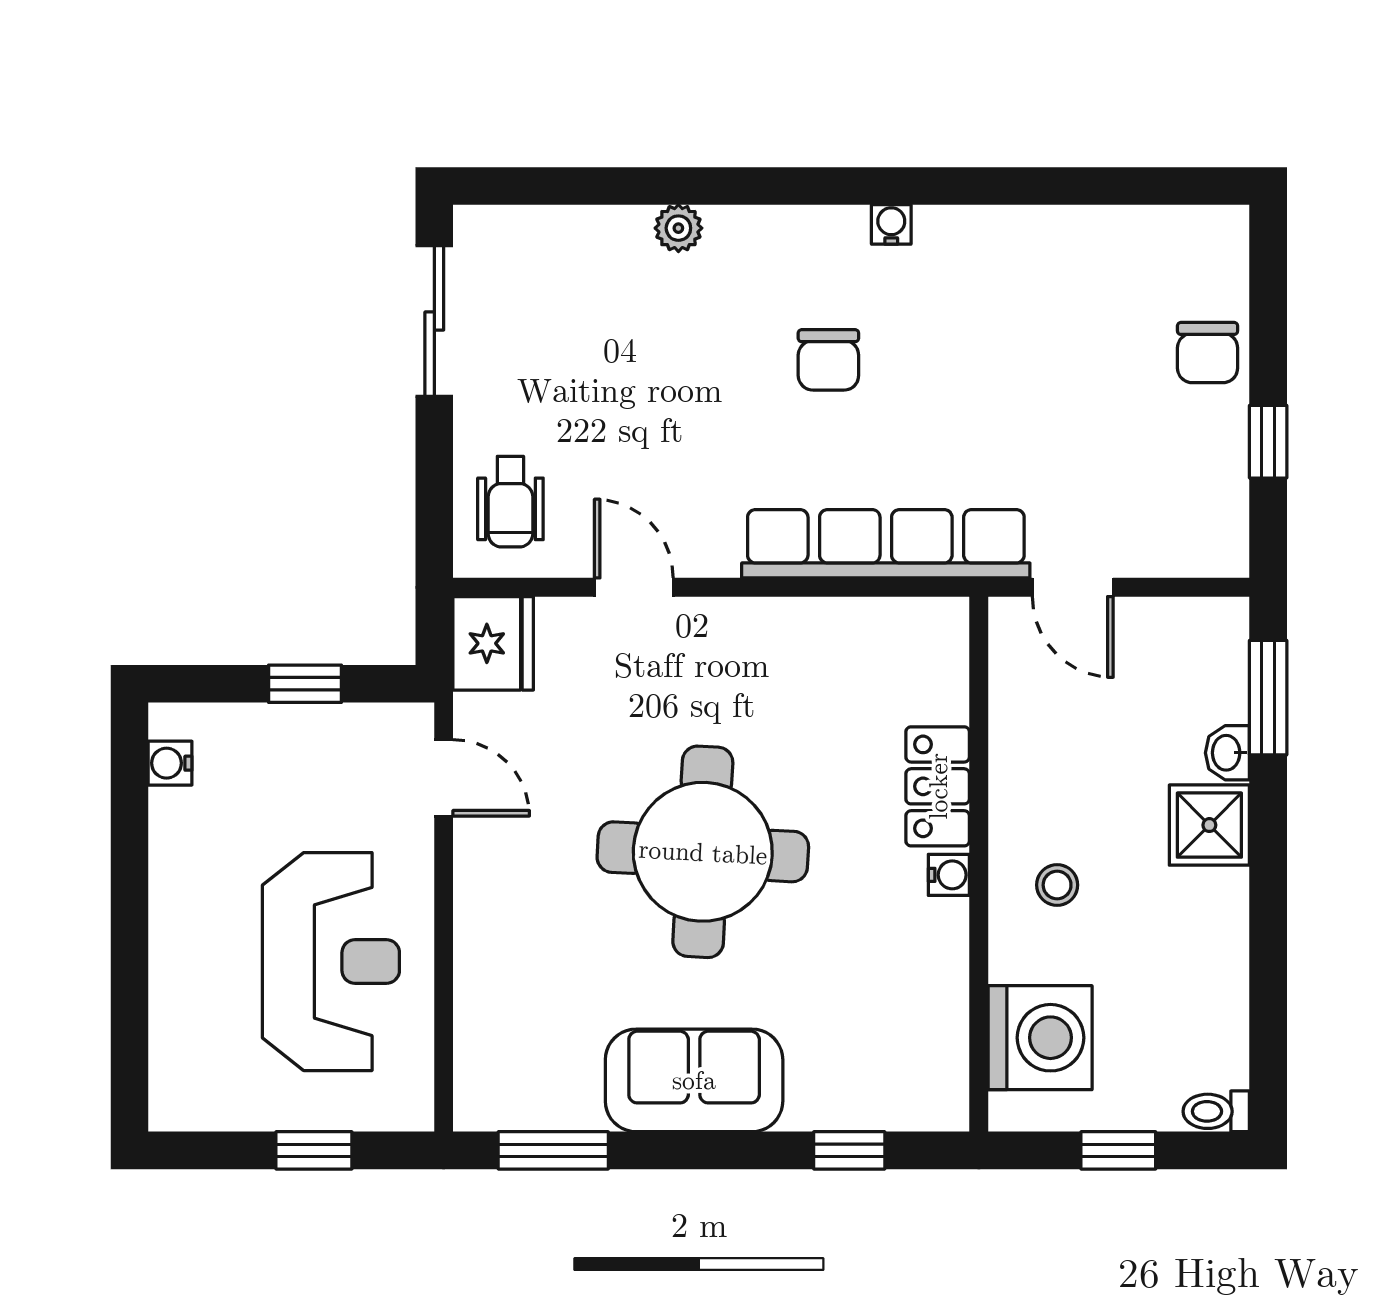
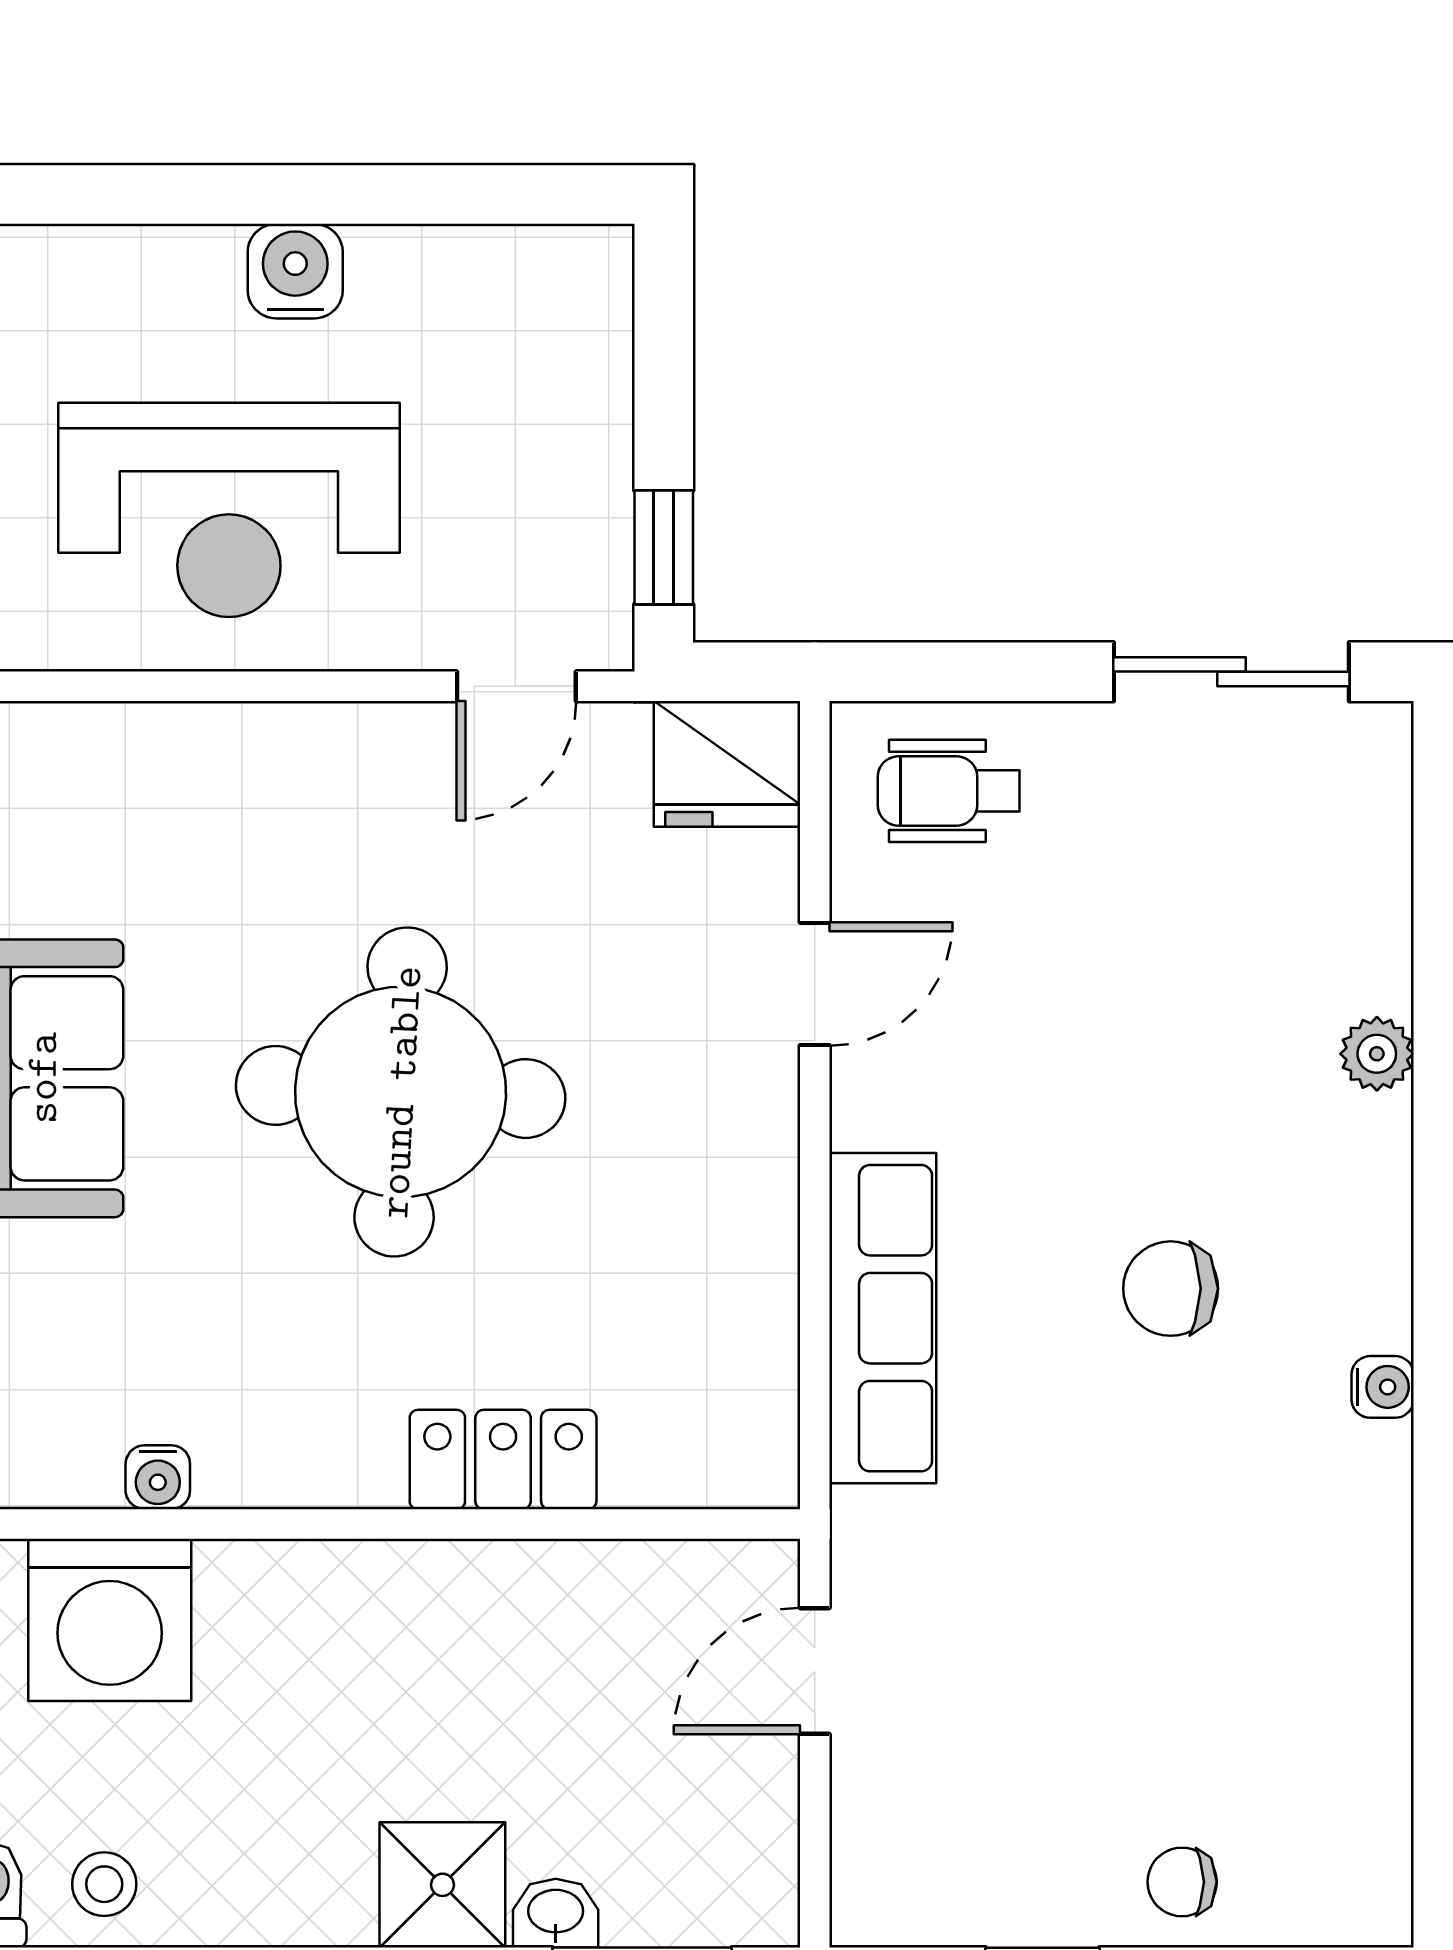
chair: (1208, 353) -> (1182, 1882), width x0.73, depth x0.73
row of seats: (886, 544) -> (883, 1318), width x0.73
window: (305, 684) -> (664, 547), moved
water cooler: (170, 763) -> (295, 271), moved, width x1.38, depth x1.38
water cooler: (949, 875) -> (158, 1477), moved
stool: (1057, 885) -> (104, 1884), moved

